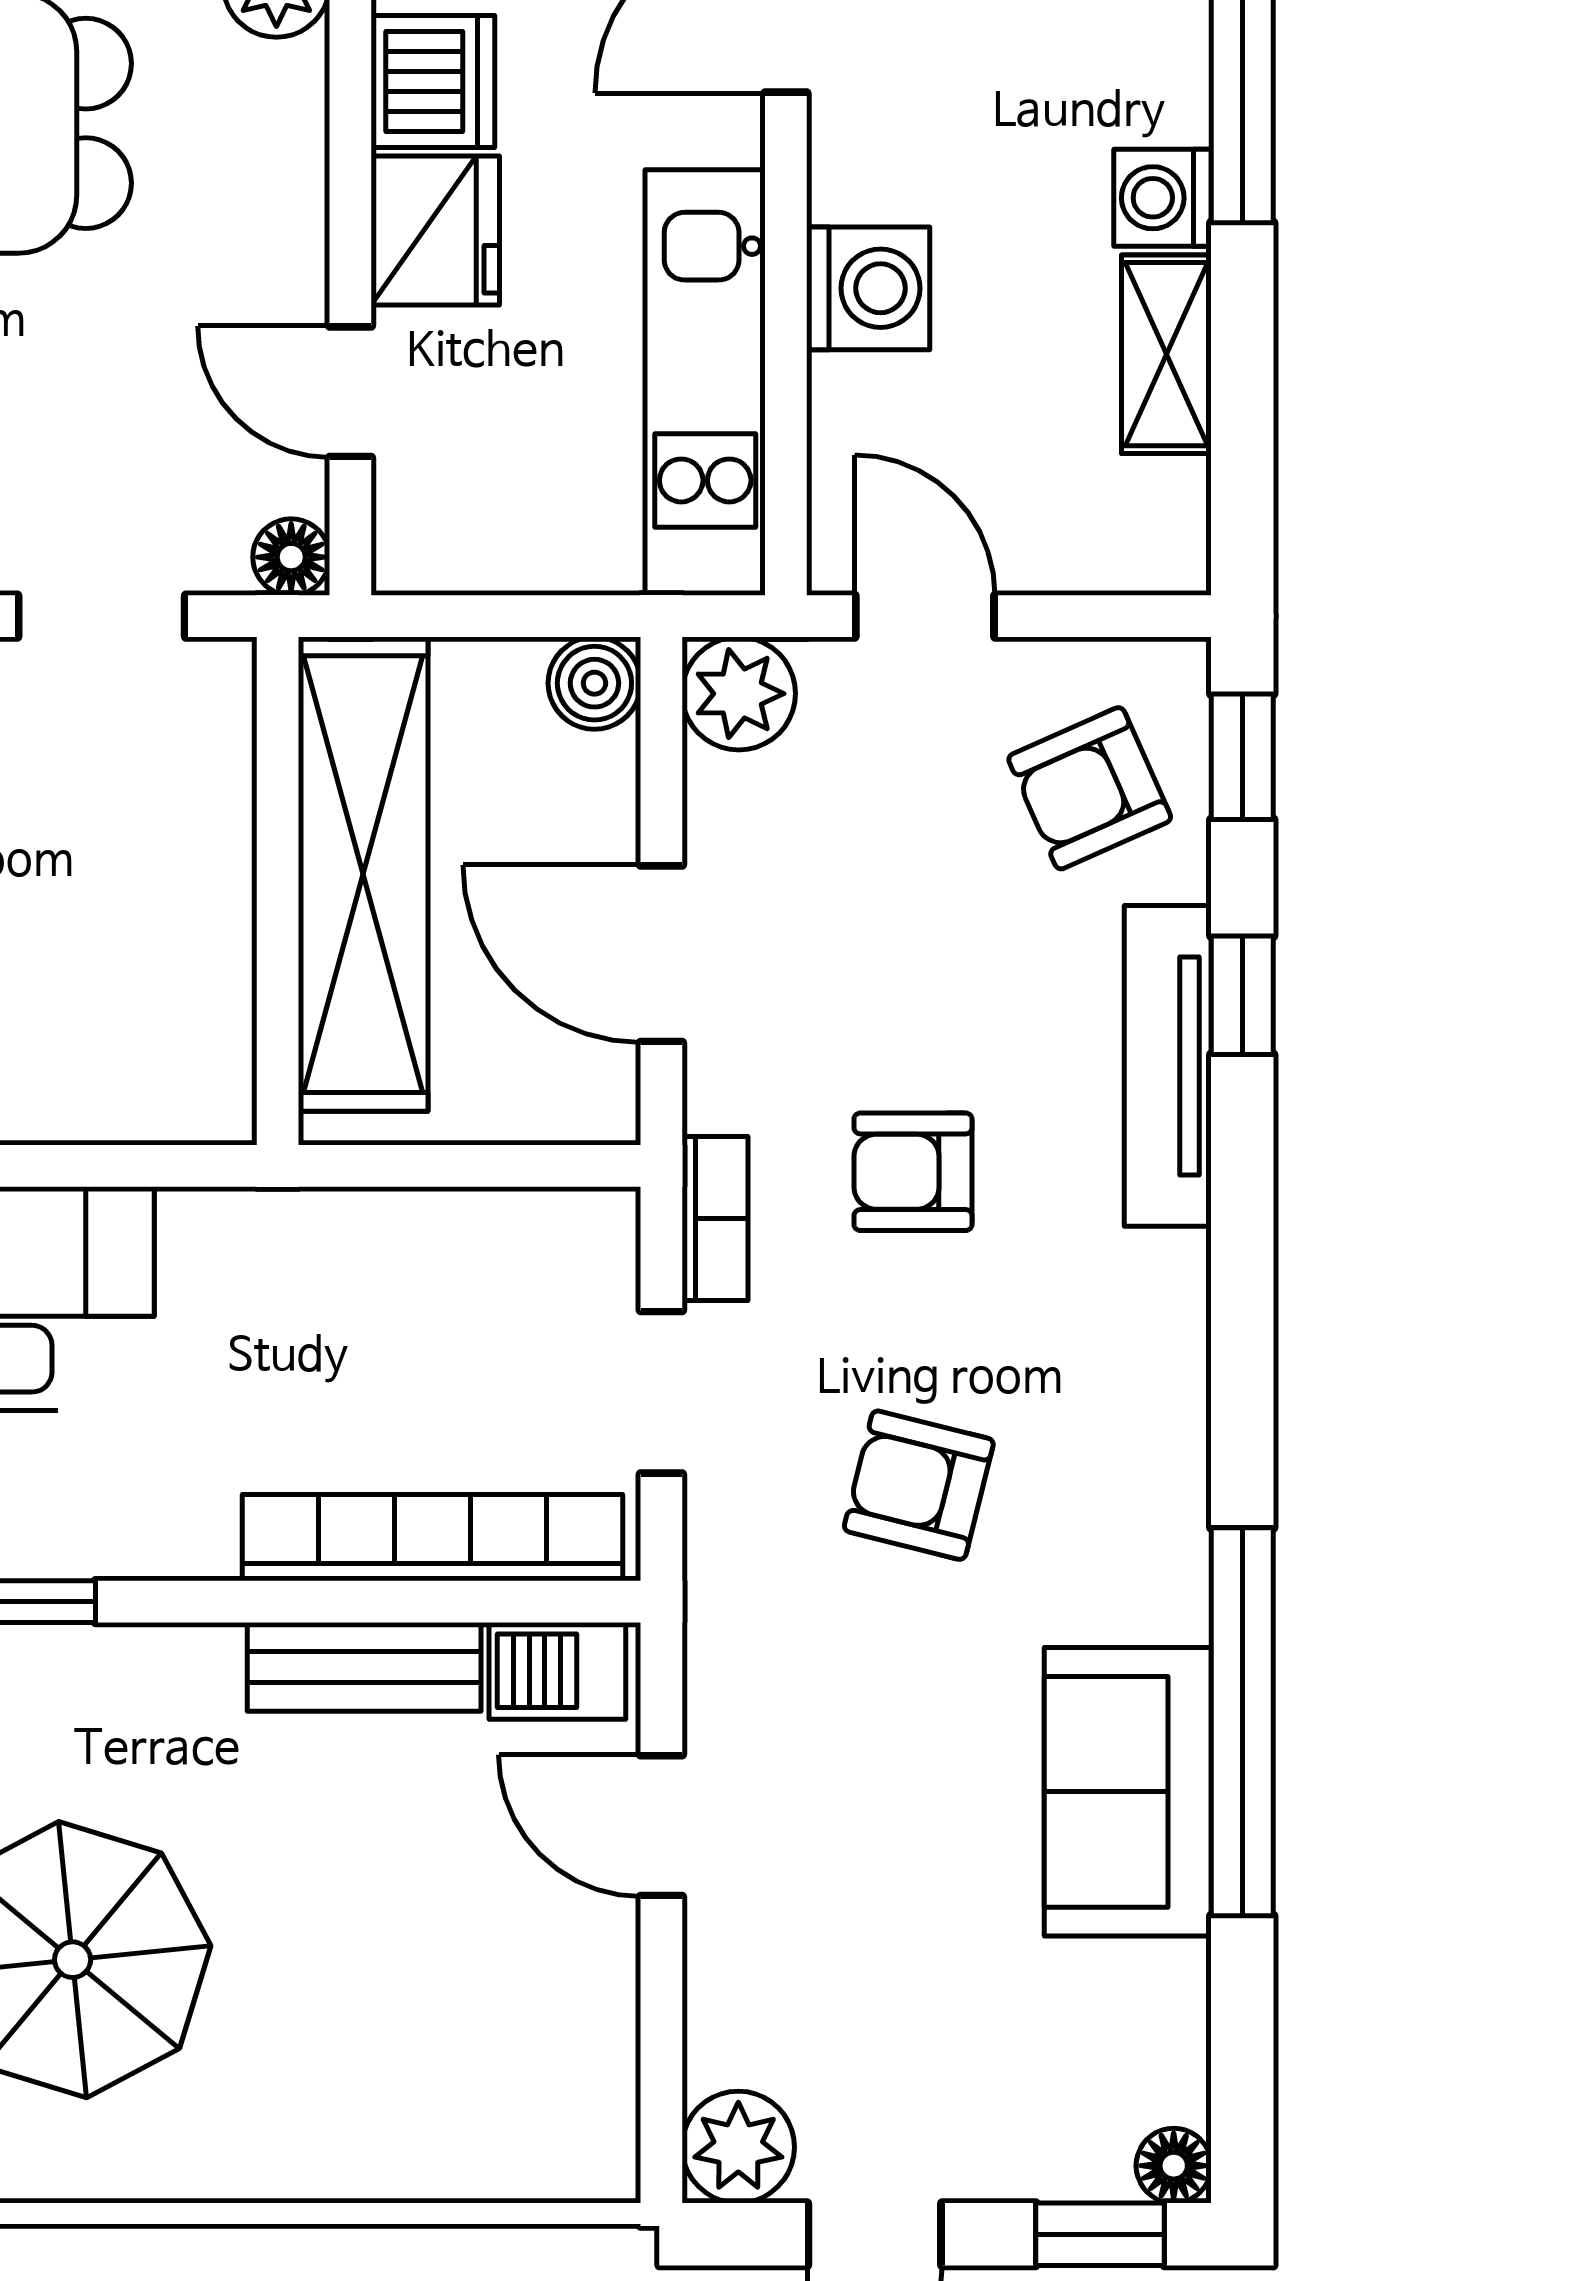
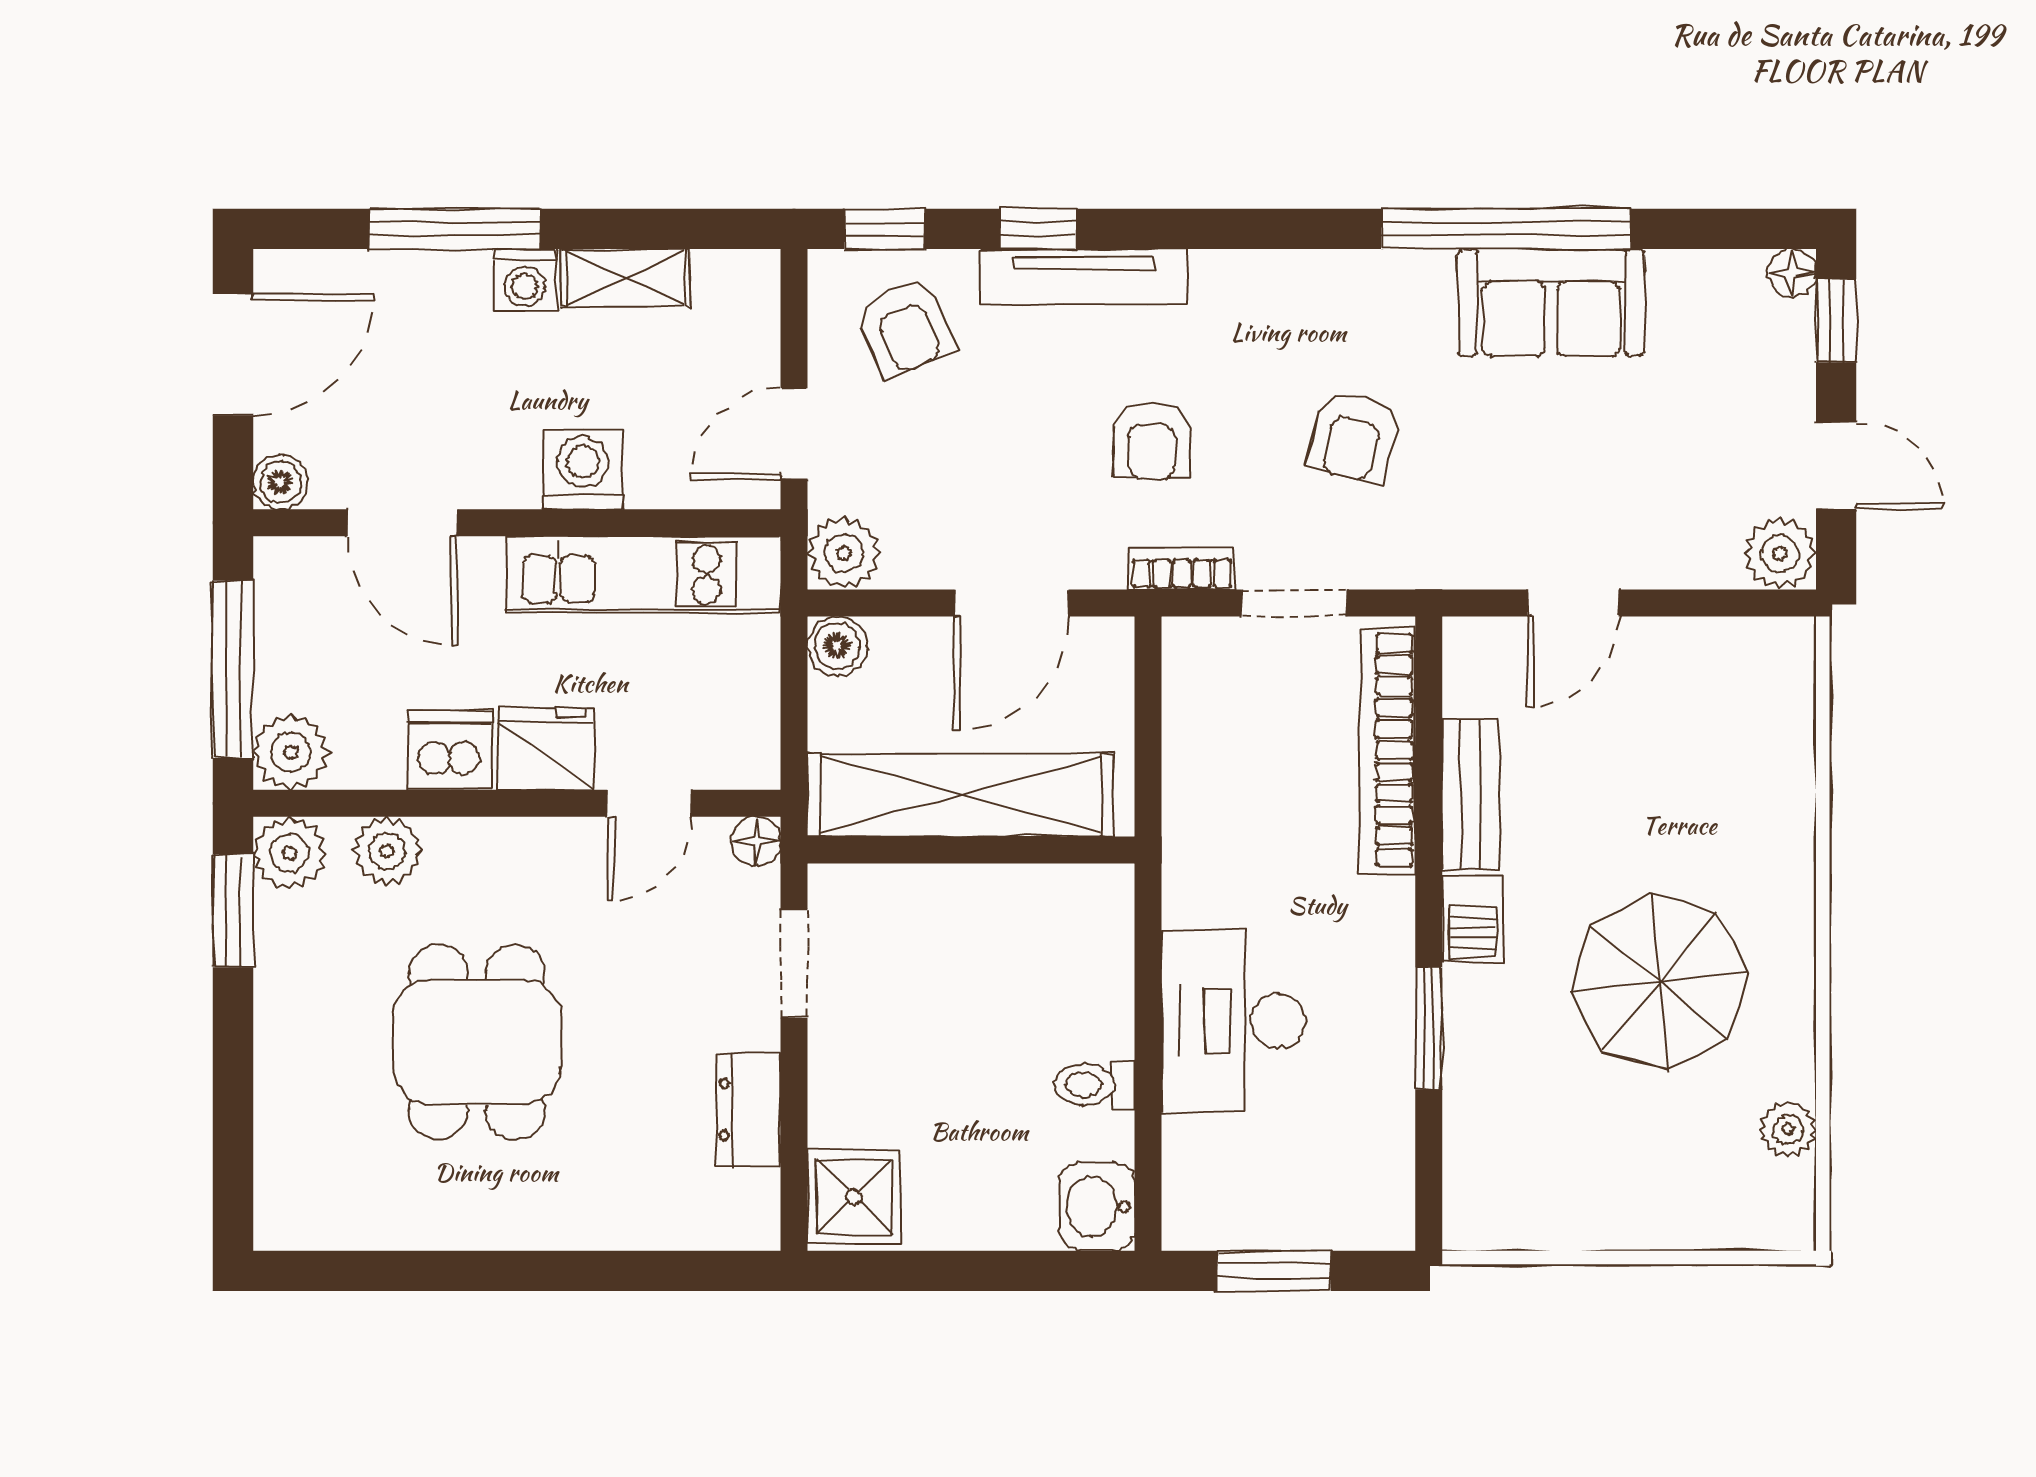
barbecue: (557, 1671) -> (1473, 919), moved

